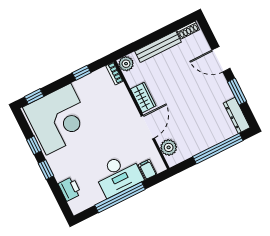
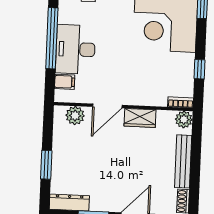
door: (148, 127) -> (107, 106), hinge flipped
window: (218, 149) -> (46, 165), width x0.47

